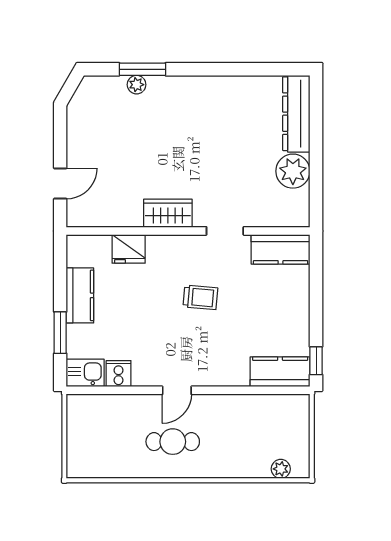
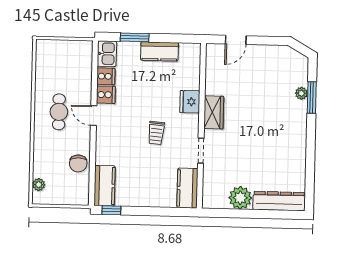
door: (60, 183) -> (236, 40), hinge flipped
fridge: (129, 249) -> (190, 102), moved
cooker: (146, 373) -> (106, 95), added
chair: (248, 411) -> (78, 163), added

